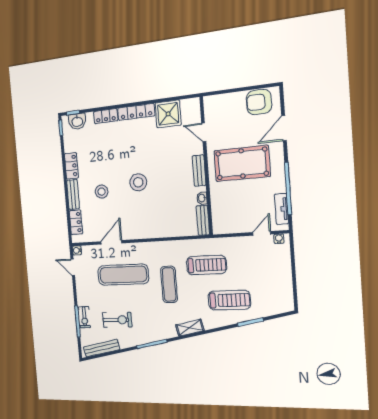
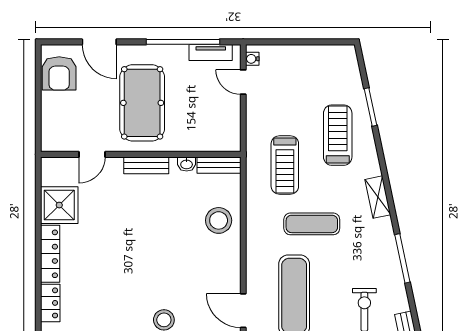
stool: (138, 182) -> (219, 220), moved
treadmill: (206, 265) -> (285, 165), turned 180

